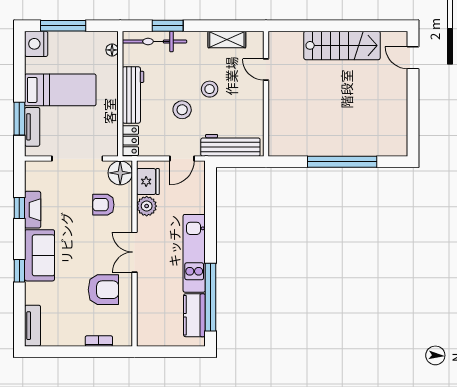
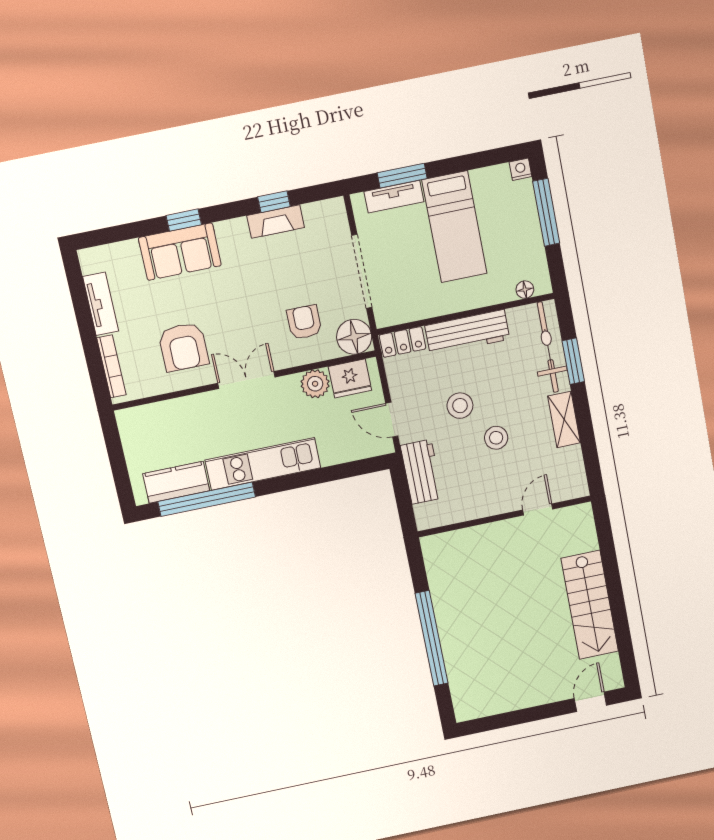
shelving: (227, 39) -> (564, 419), moved
nightstand: (36, 44) -> (521, 169), width x0.53, depth x0.56
workbench: (230, 145) -> (421, 472), width x0.73
sofa: (40, 255) -> (180, 252), moved
tv unit: (33, 326) -> (101, 304), moved, turned -90
bookcase: (99, 341) -> (111, 366), width x1.56

